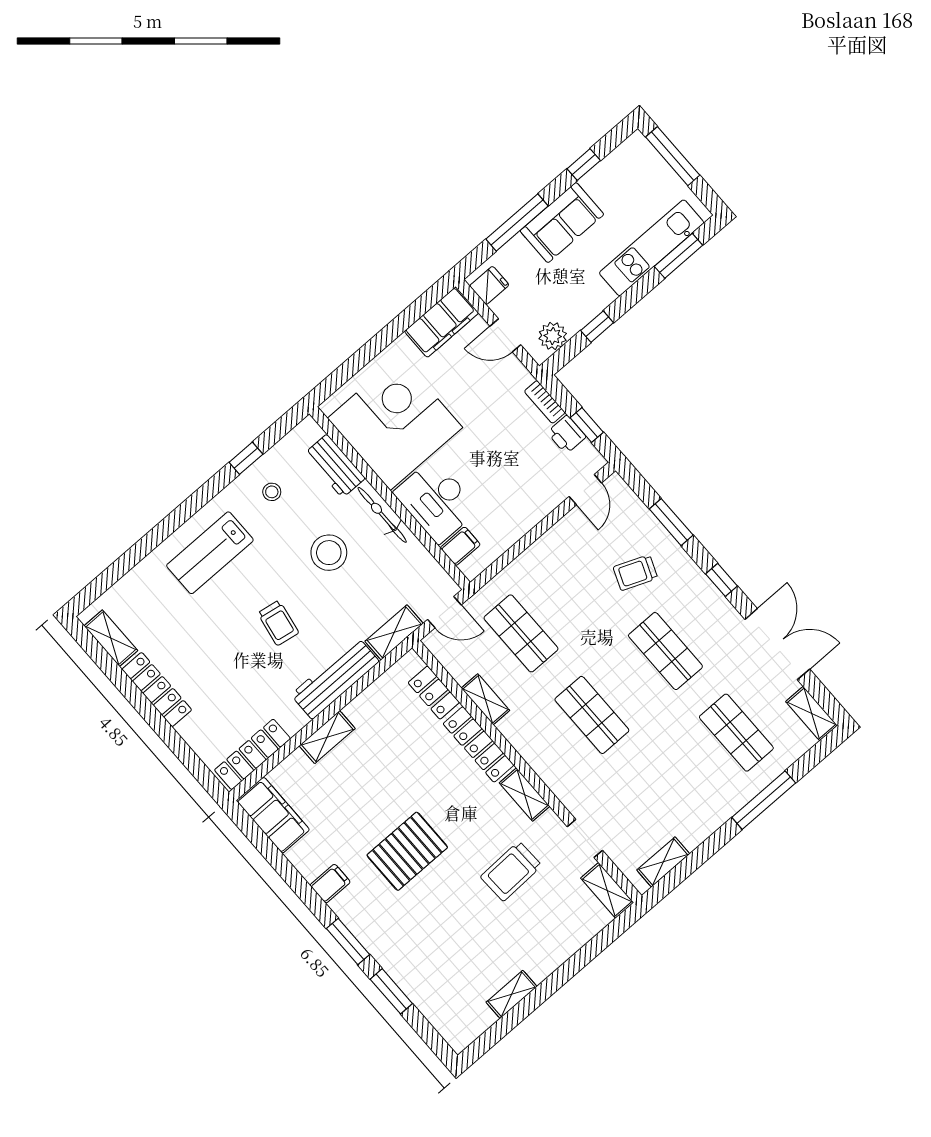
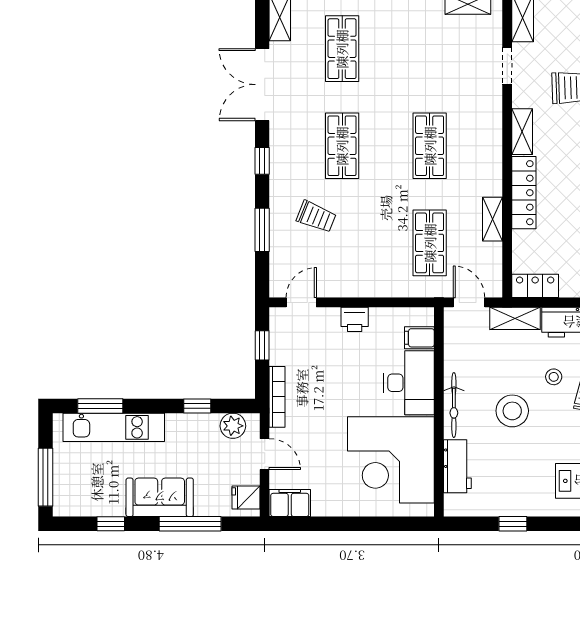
filing cabinet: (442, 322) -> (290, 503), width x0.67, depth x0.86
bookcase: (545, 402) -> (277, 397), width x1.56
printer: (567, 435) -> (355, 319), moved, turned 90
stool: (272, 492) -> (554, 377), moved
locker: (434, 693) -> (535, 286), moved, turned -90

